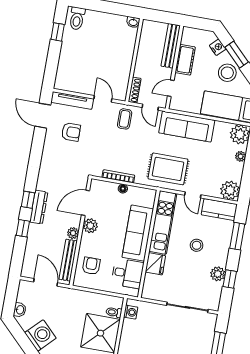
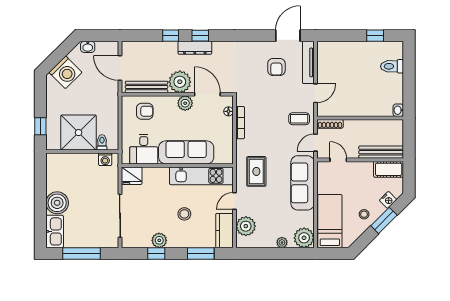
toilet: (77, 18) -> (392, 66), moved
cot: (185, 60) -> (389, 169), moved
stool: (227, 73) -> (364, 214), width x0.53, depth x0.53
rug: (168, 169) -> (256, 171), width x0.73, depth x0.70
floor lamp: (123, 189) -> (228, 111), moved
plant: (230, 190) -> (246, 226), moved
plant: (73, 233) -> (180, 82), width x1.88, depth x1.88
fridge: (155, 264) -> (132, 176), moved
door: (46, 282) -> (120, 68), swing flipped

